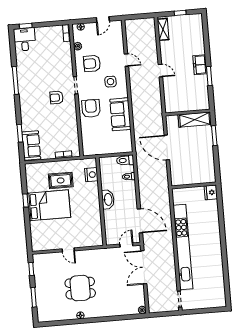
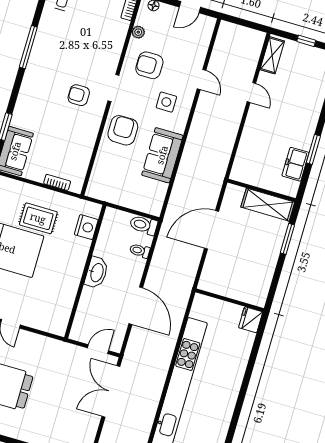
freezer: (200, 65) -> (295, 164), moved
door: (160, 71) -> (251, 93), moved
door: (167, 148) -> (211, 230), hinge flipped
door: (140, 221) -> (136, 306), moved

